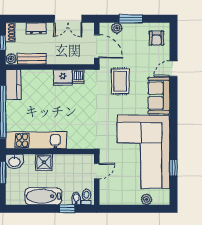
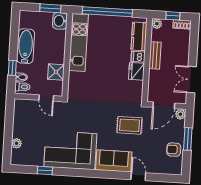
dresser: (36, 28) -> (184, 49), removed
plant: (117, 28) -> (180, 114), moved
armchair: (156, 38) -> (174, 150), moved
bench: (32, 59) -> (155, 55), moved
dishwasher: (78, 77) -> (138, 57), moved
kitchen counter: (13, 84) -> (139, 36), moved, turned 90
corner sofa: (143, 152) -> (70, 150), width x0.73, depth x0.74
shower: (44, 162) -> (56, 72), moved

